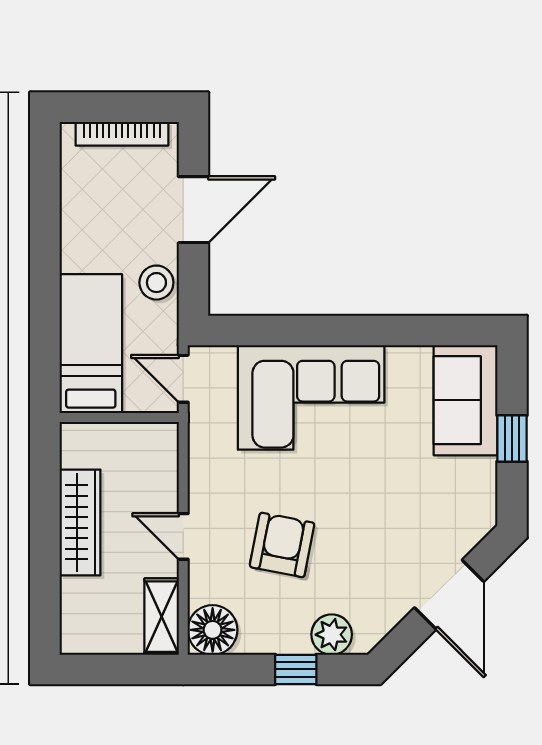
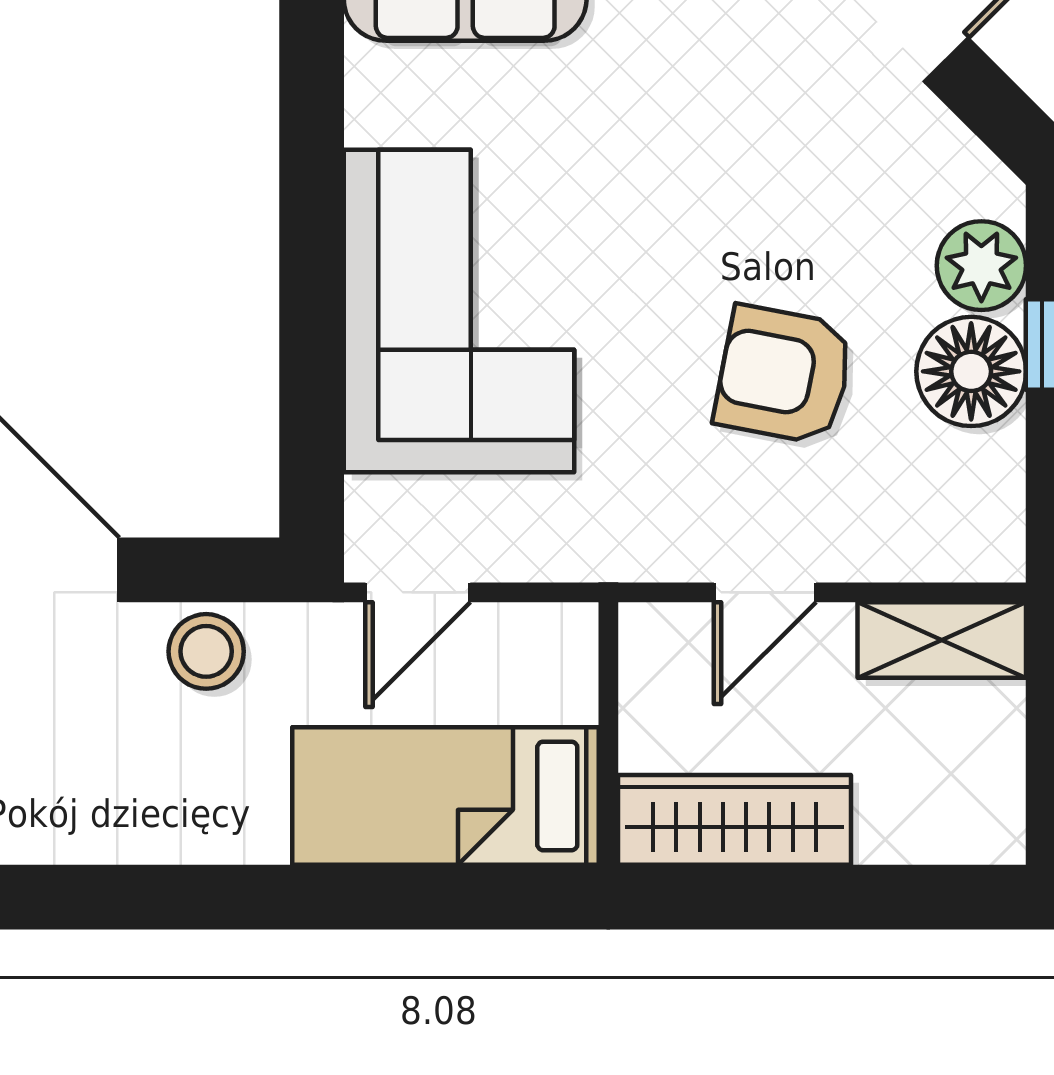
bed: (91, 344) -> (446, 796), moved
wall: (119, 418) -> (608, 733), moved
floor lamp: (213, 630) -> (971, 371), moved

